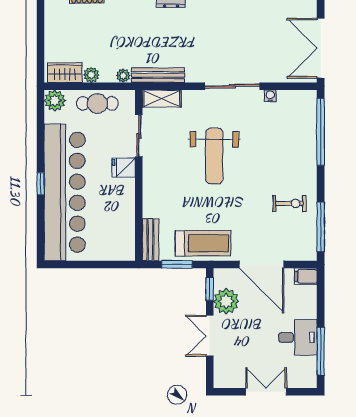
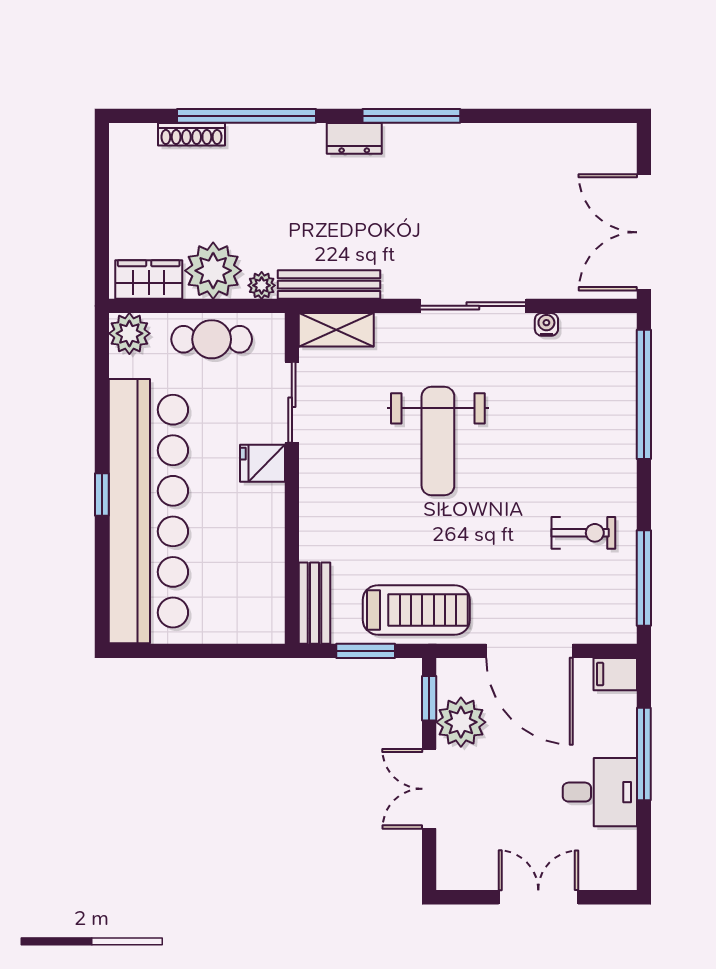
plant: (91, 75) -> (213, 271), width x1.88, depth x1.88
window: (321, 351) -> (644, 754), moved

